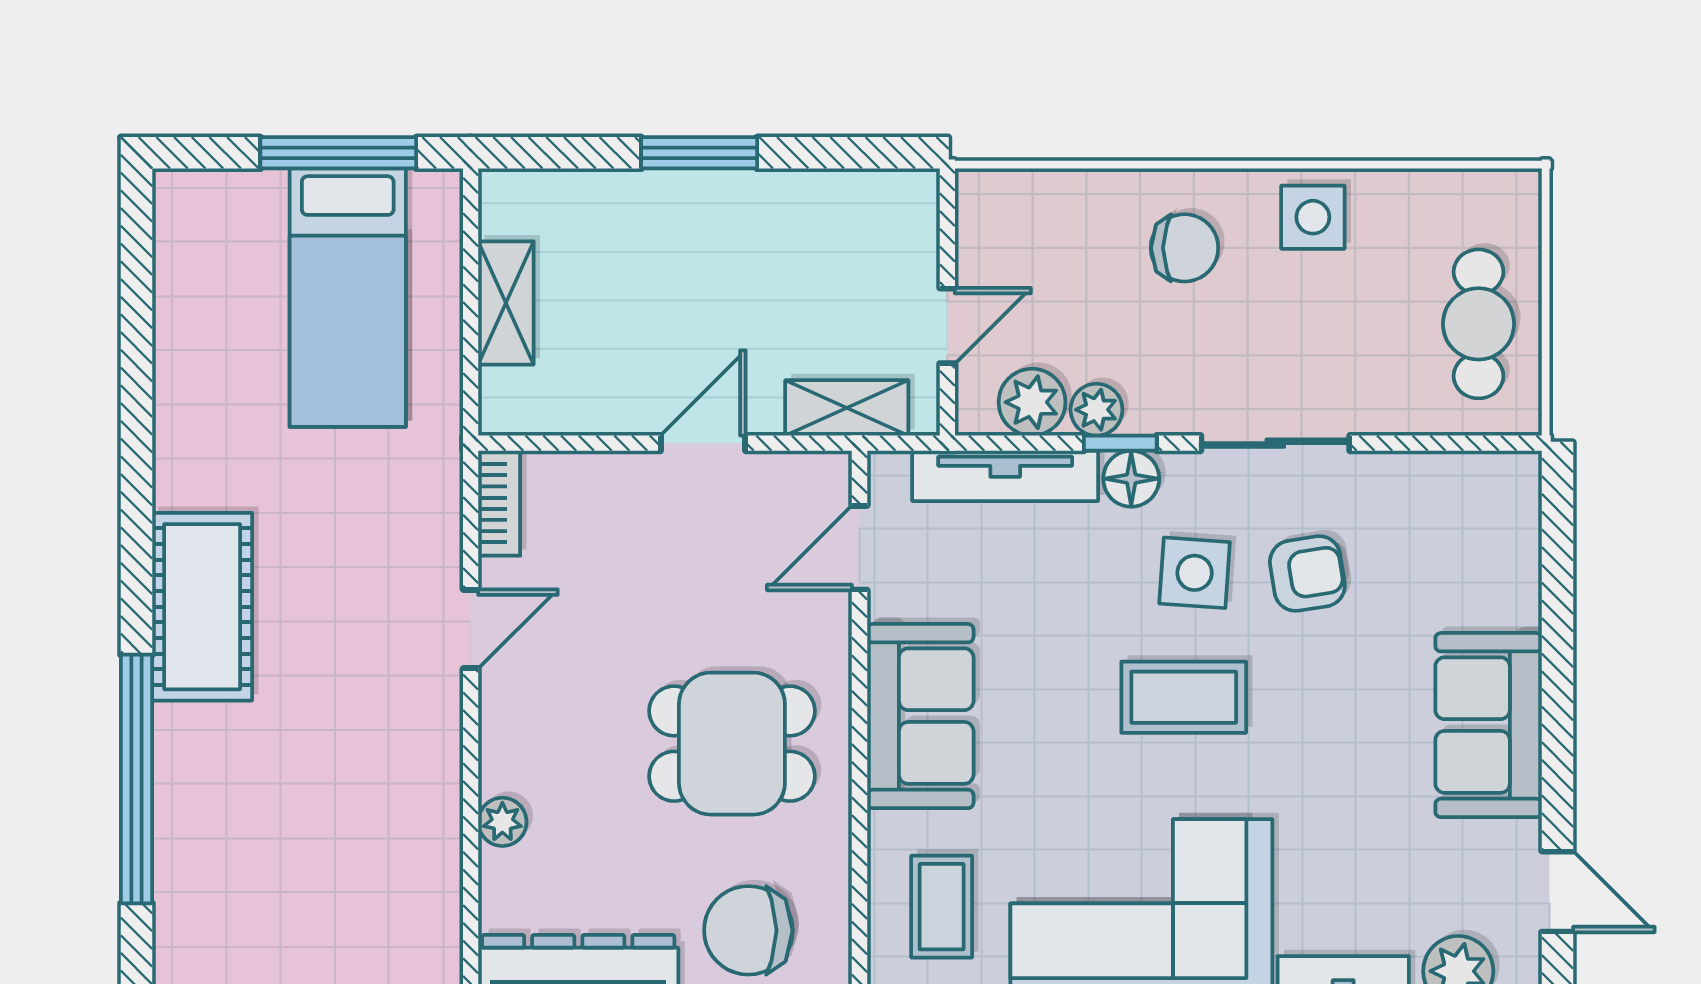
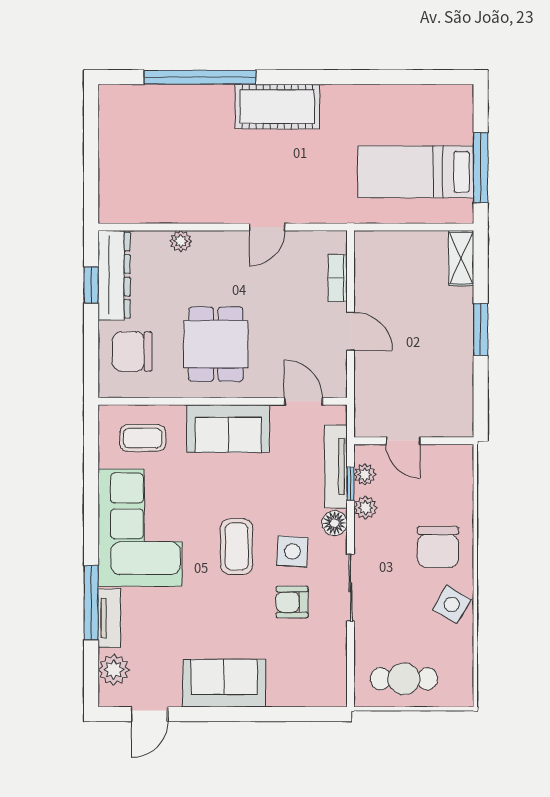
side table: (1313, 217) -> (452, 605), turned 30
chair: (1185, 248) -> (438, 547), width x1.37, depth x1.37
shelving: (506, 303) -> (461, 258), moved, turned 90
plant: (1032, 402) -> (365, 475), width x0.73, depth x0.73
shelving: (847, 408) -> (366, 396), removed
window: (1120, 443) -> (350, 484), moved
bookcase: (499, 503) -> (338, 278), moved, turned 90
armchair: (1307, 574) -> (292, 602), turned 99
door: (471, 629) -> (267, 227), hinge flipped
chair: (748, 930) -> (132, 351), turned -90

